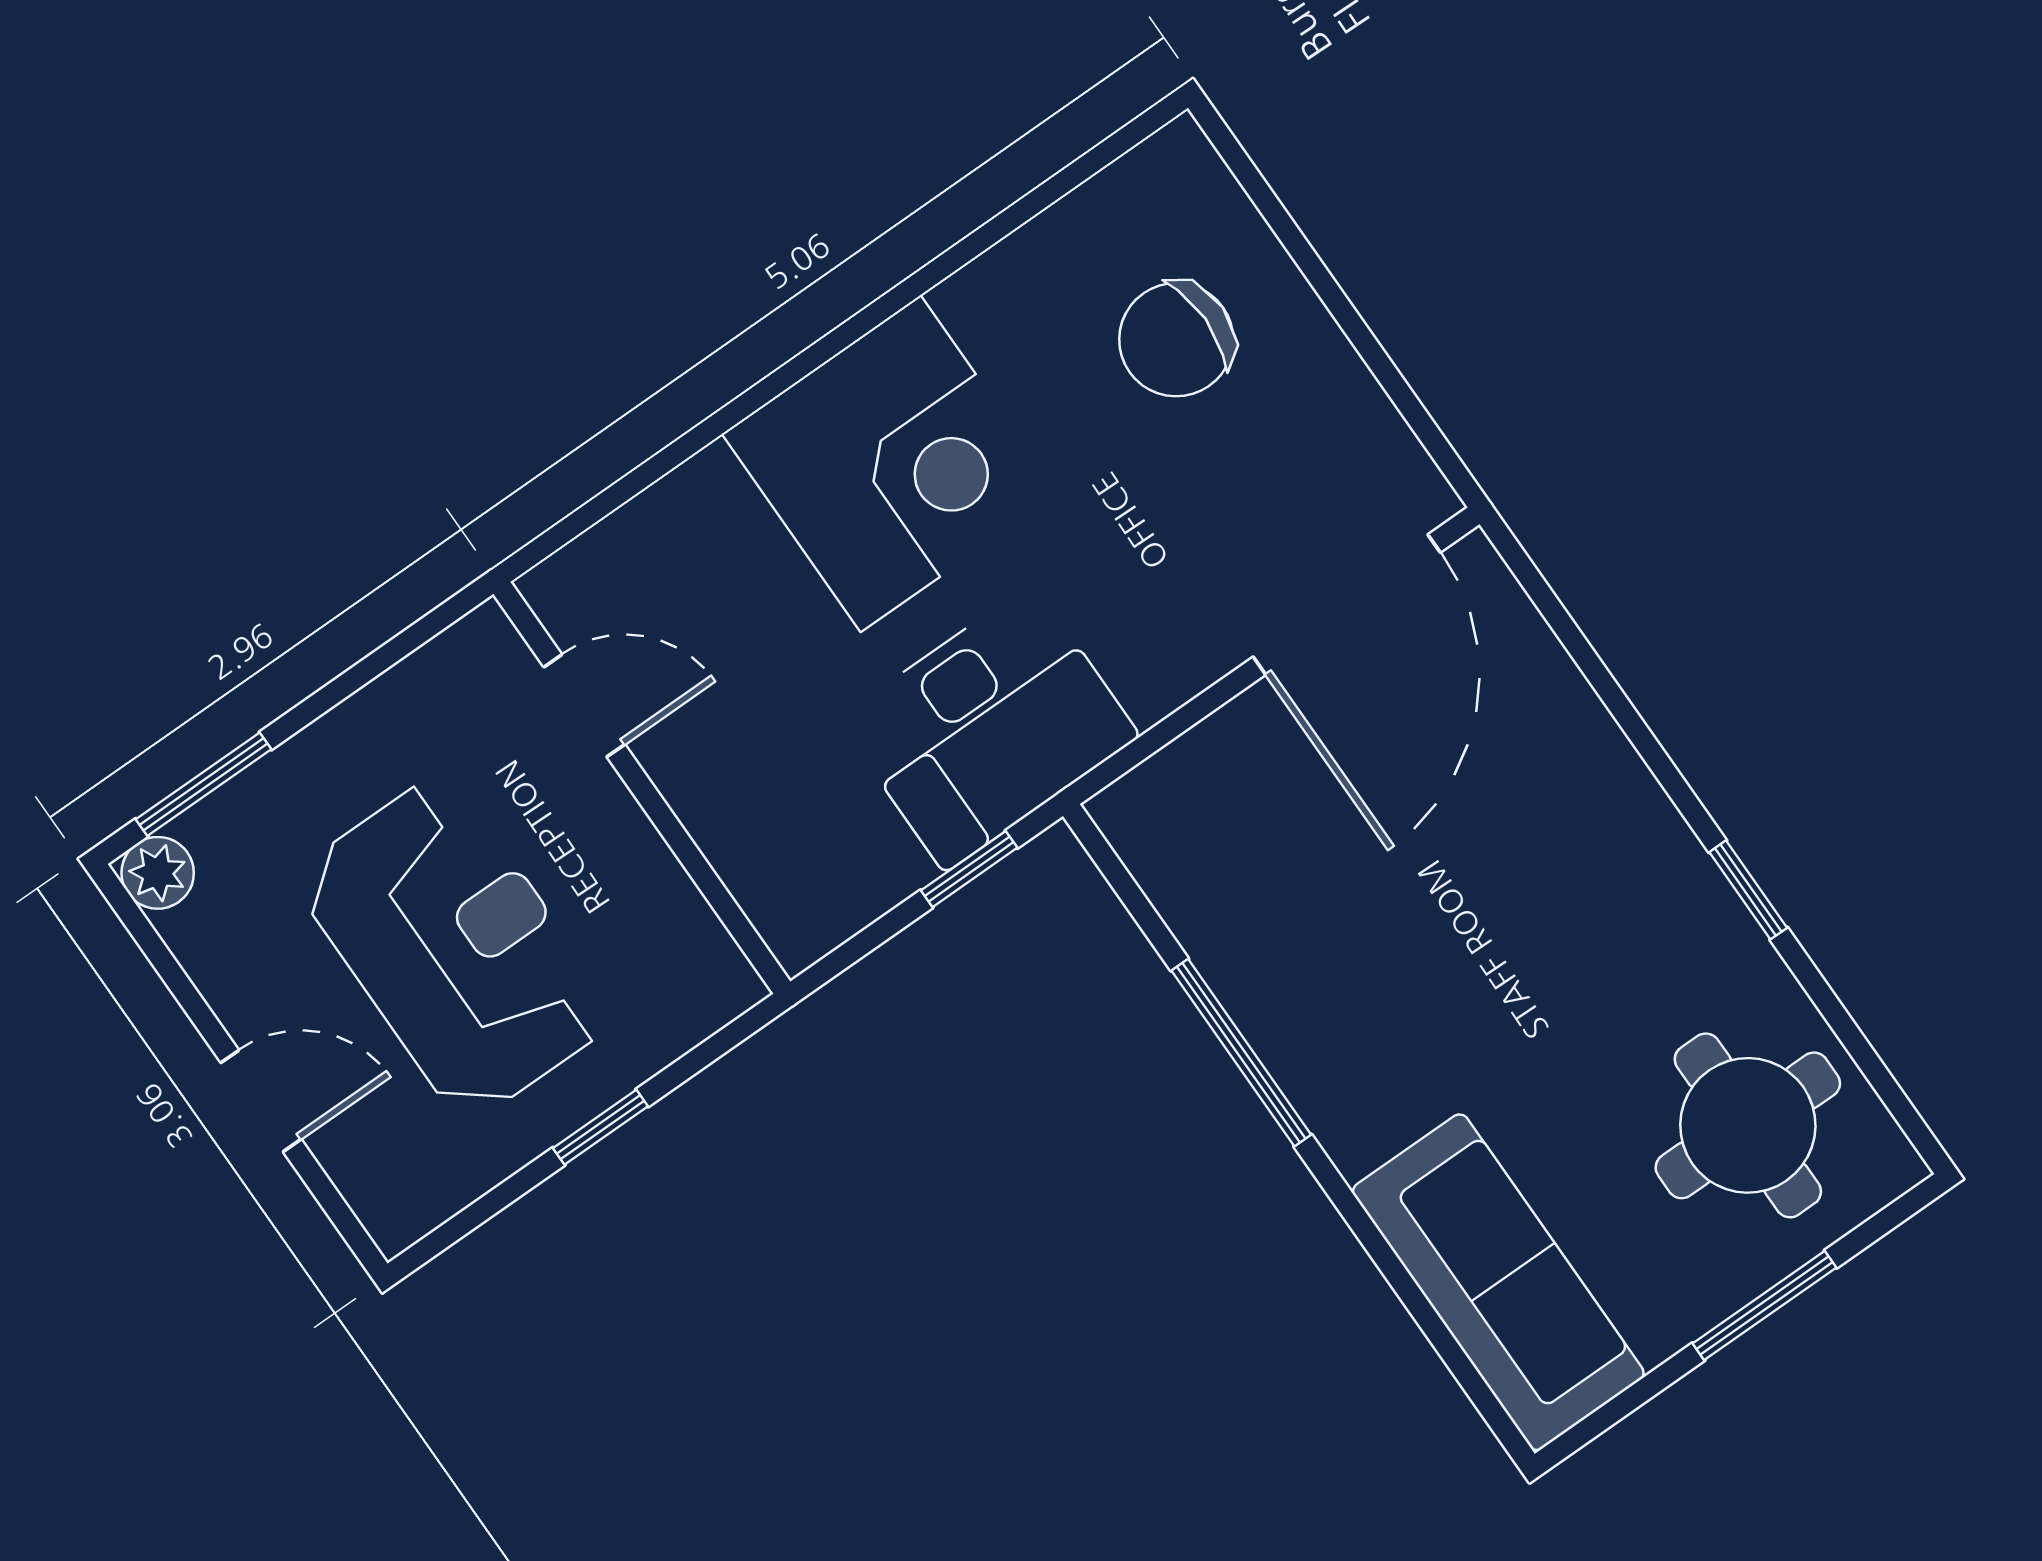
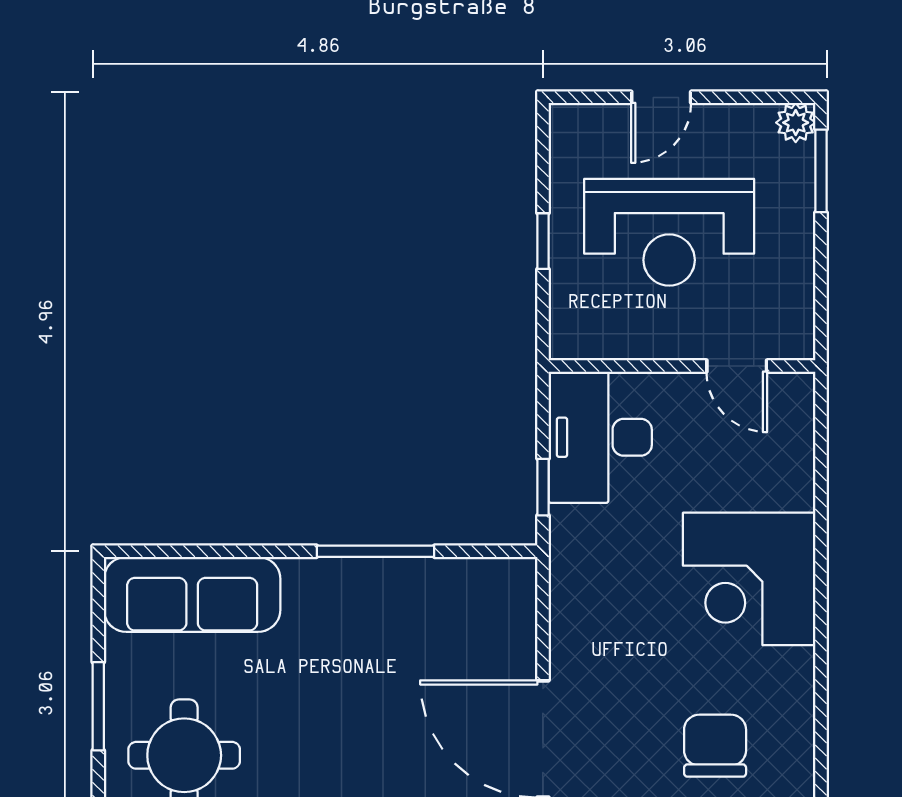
door: (584, 706) -> (737, 366), hinge flipped
desk: (989, 728) -> (600, 437), moved

